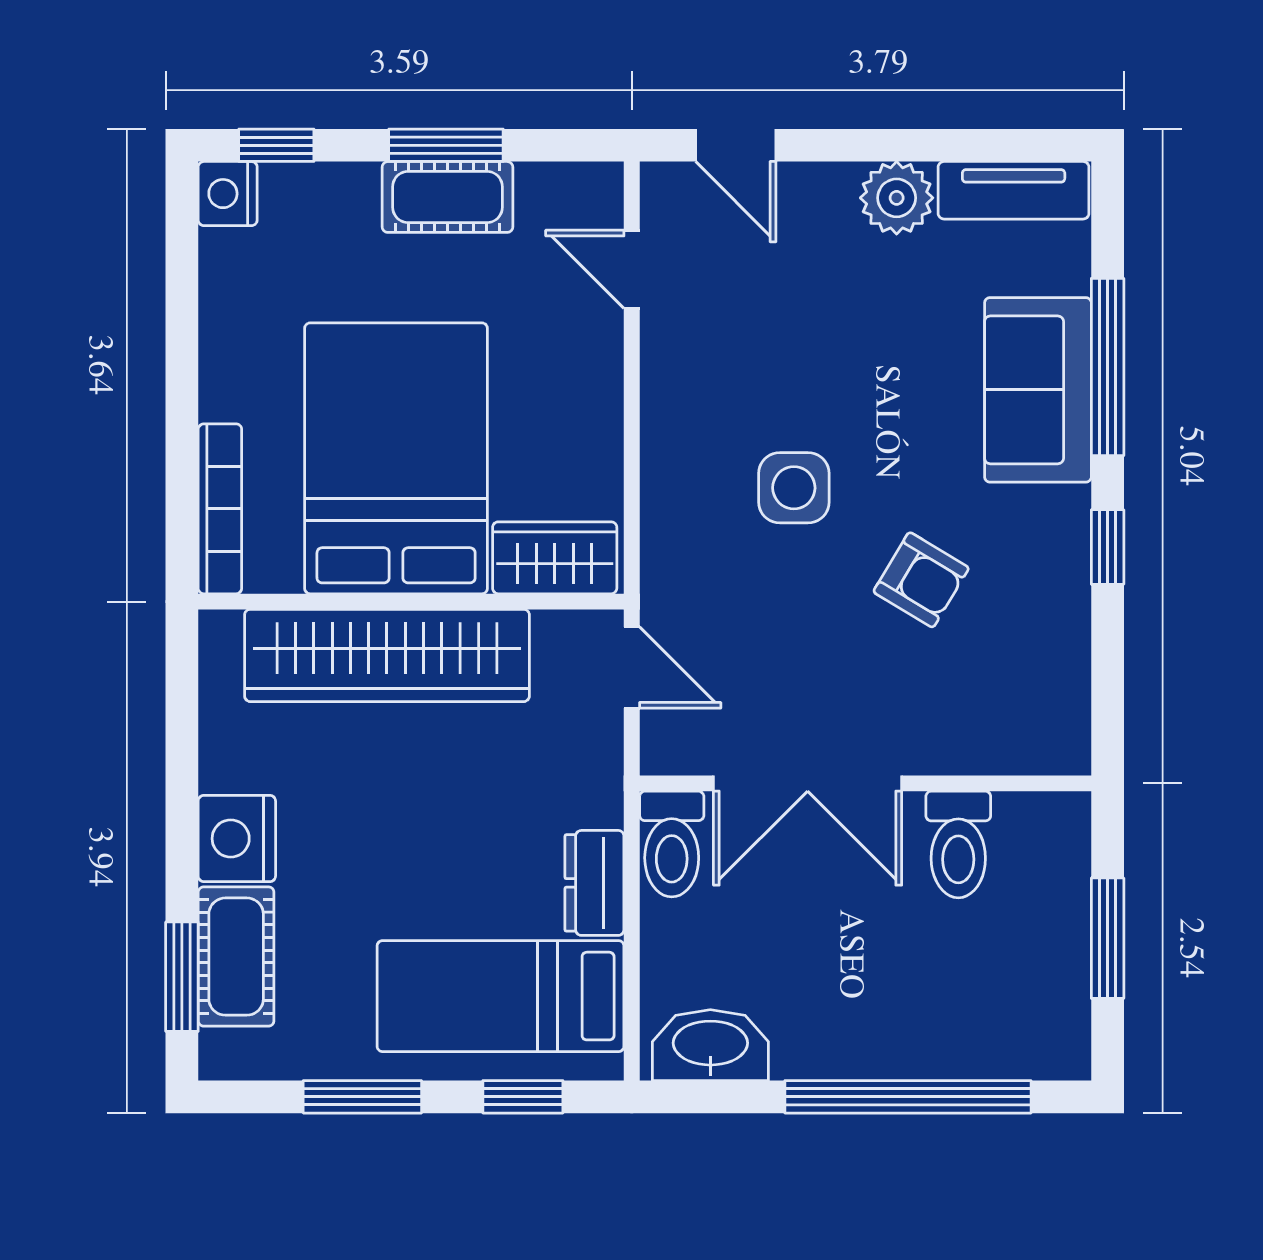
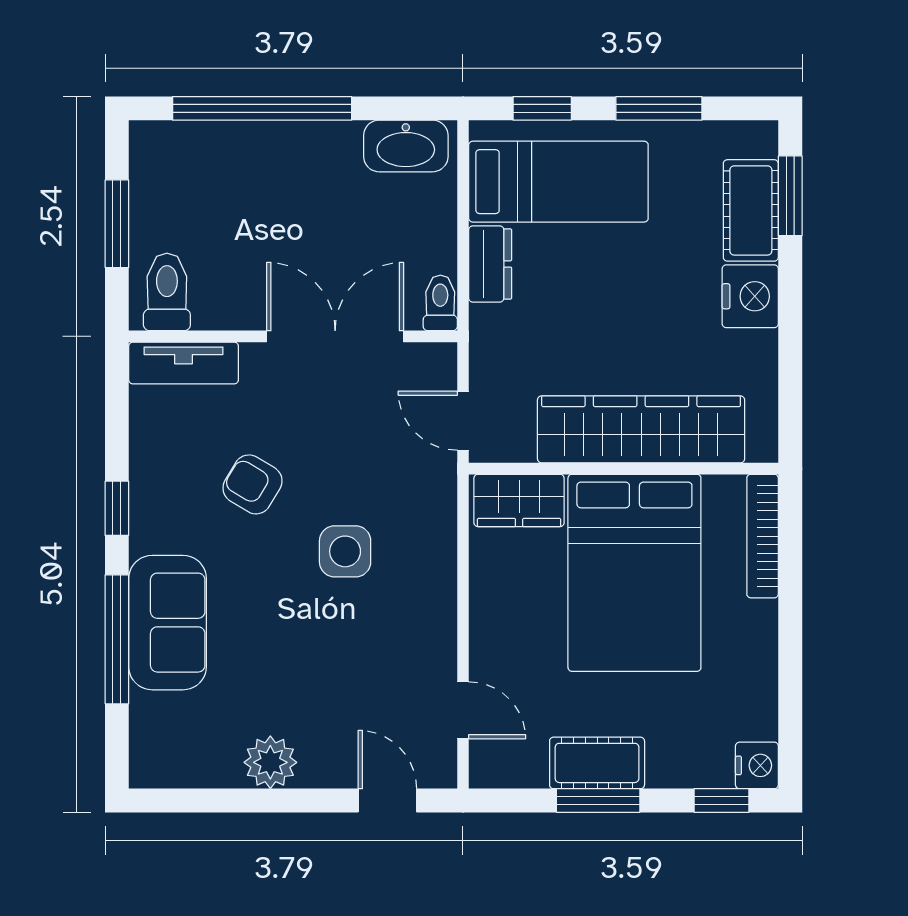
tv unit: (1014, 190) -> (184, 363), moved, turned 180
toilet: (672, 844) -> (440, 303), width x0.73, depth x0.72
toilet: (958, 844) -> (167, 292), moved

